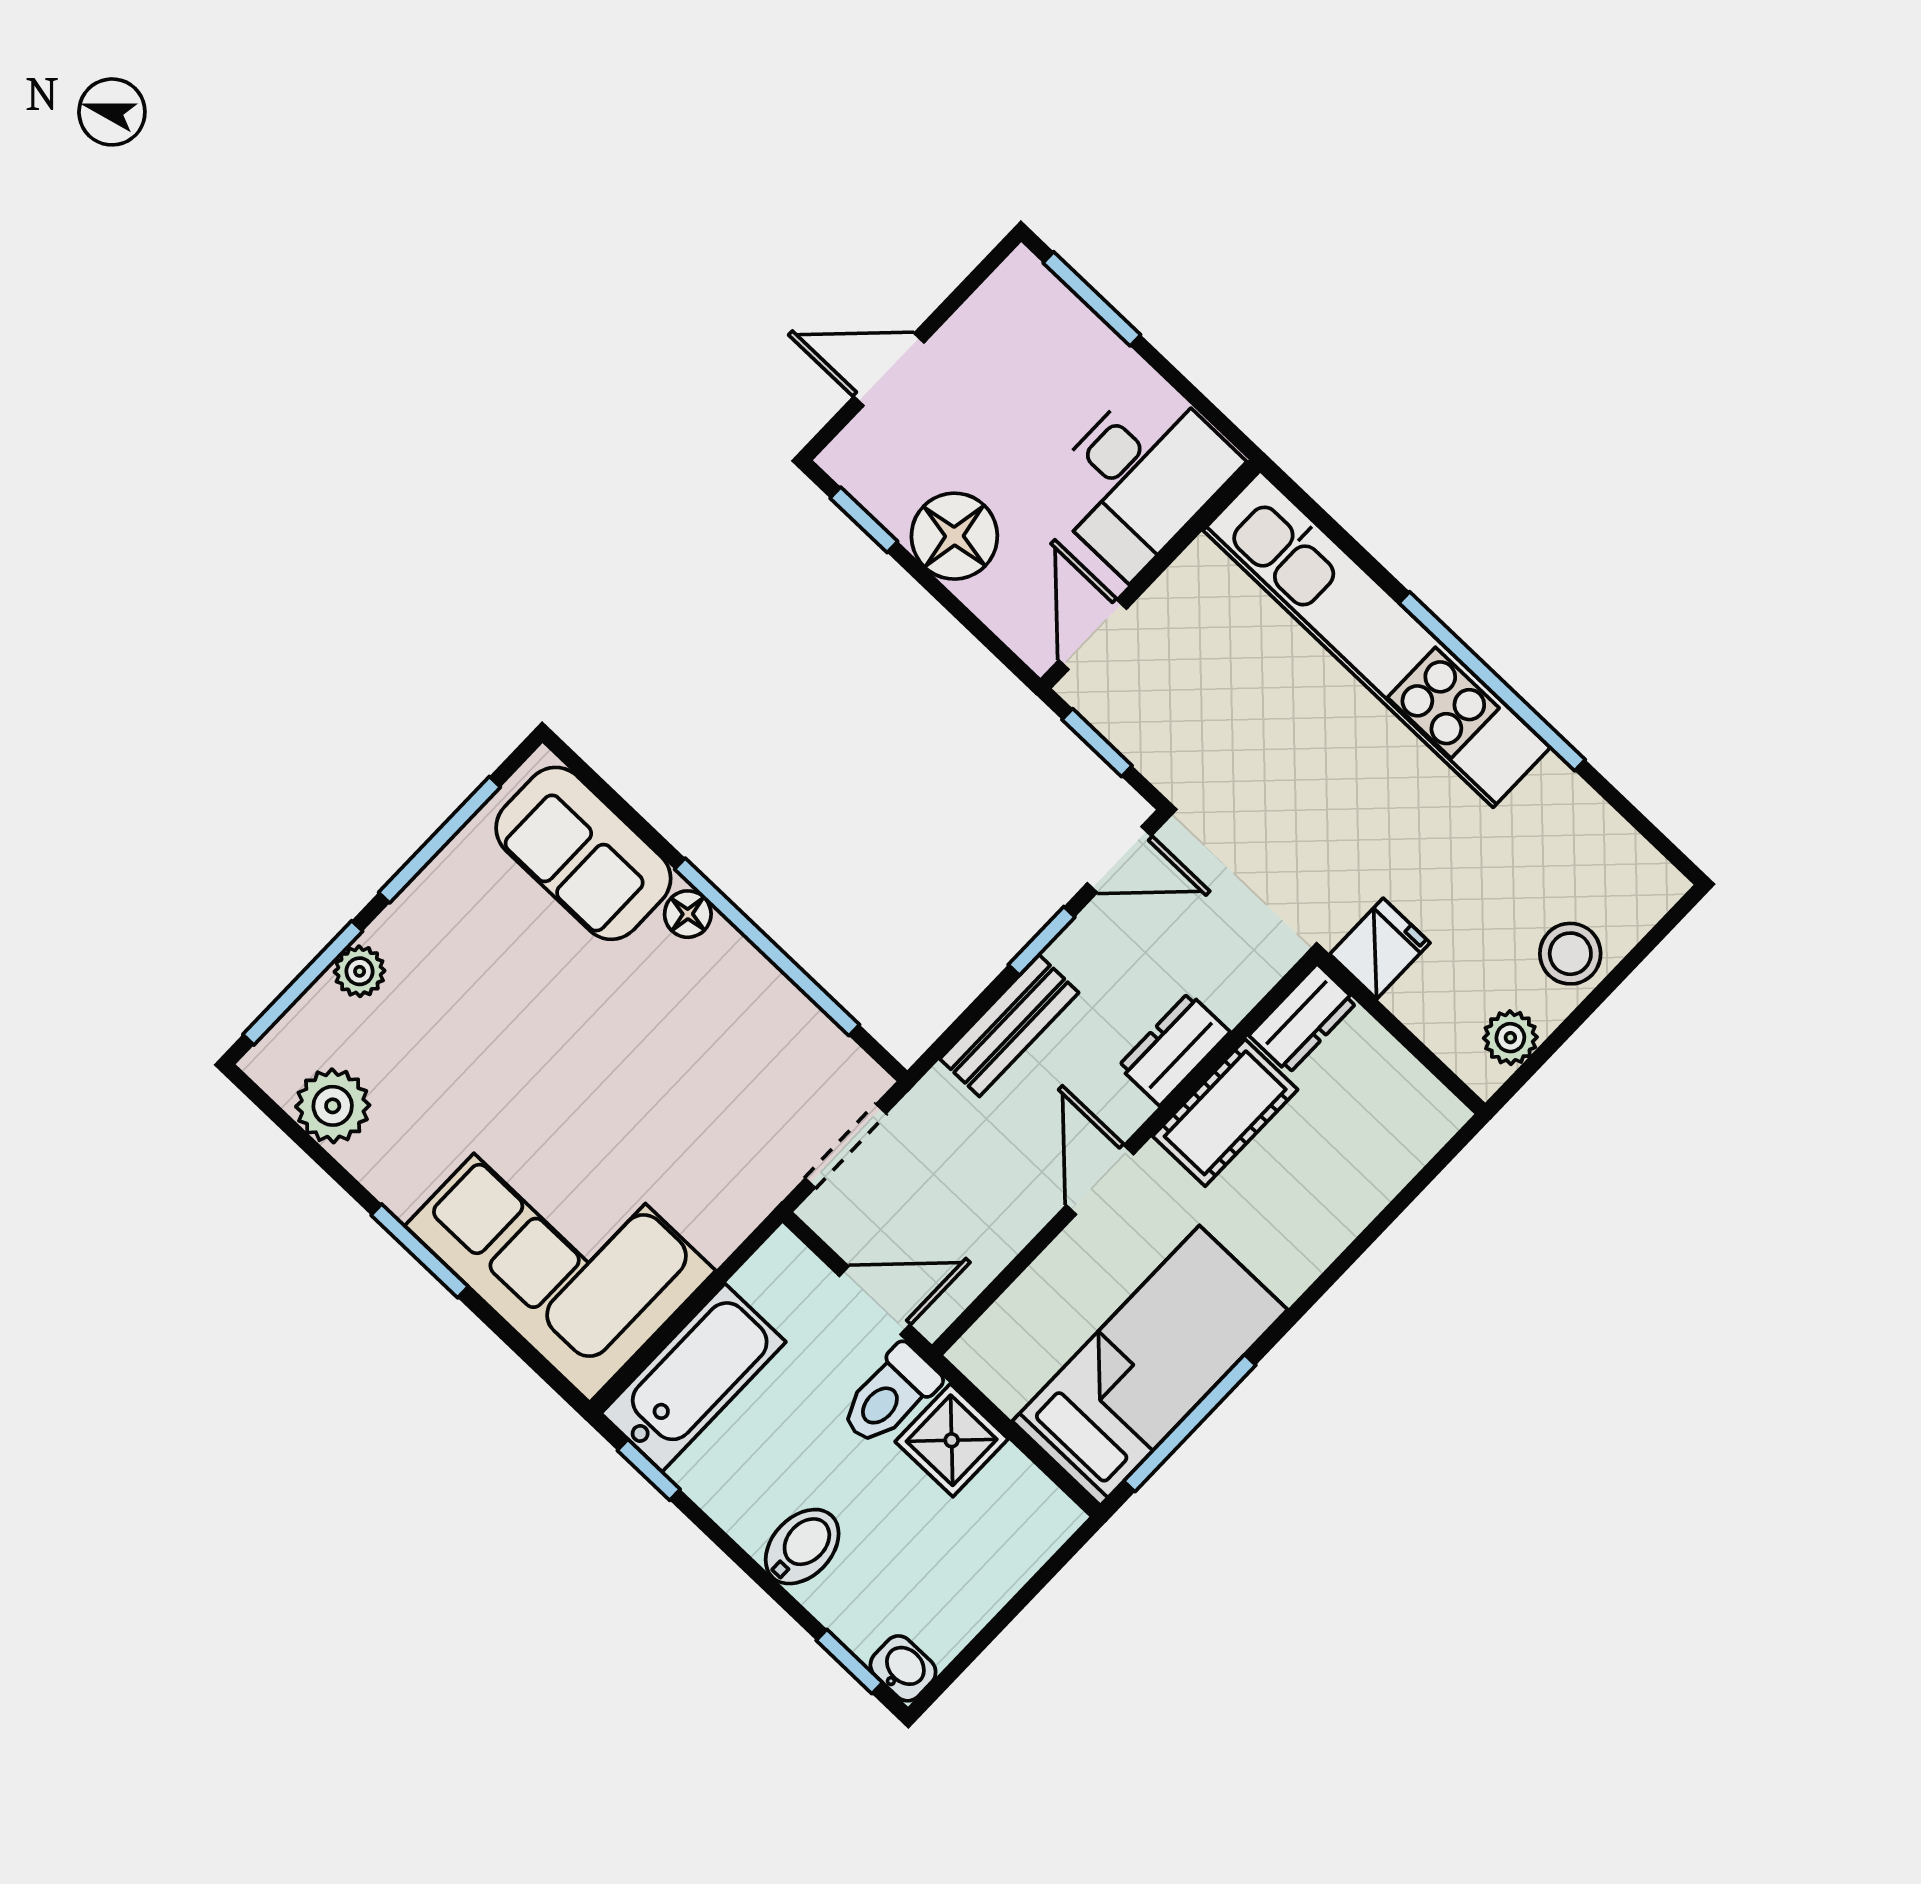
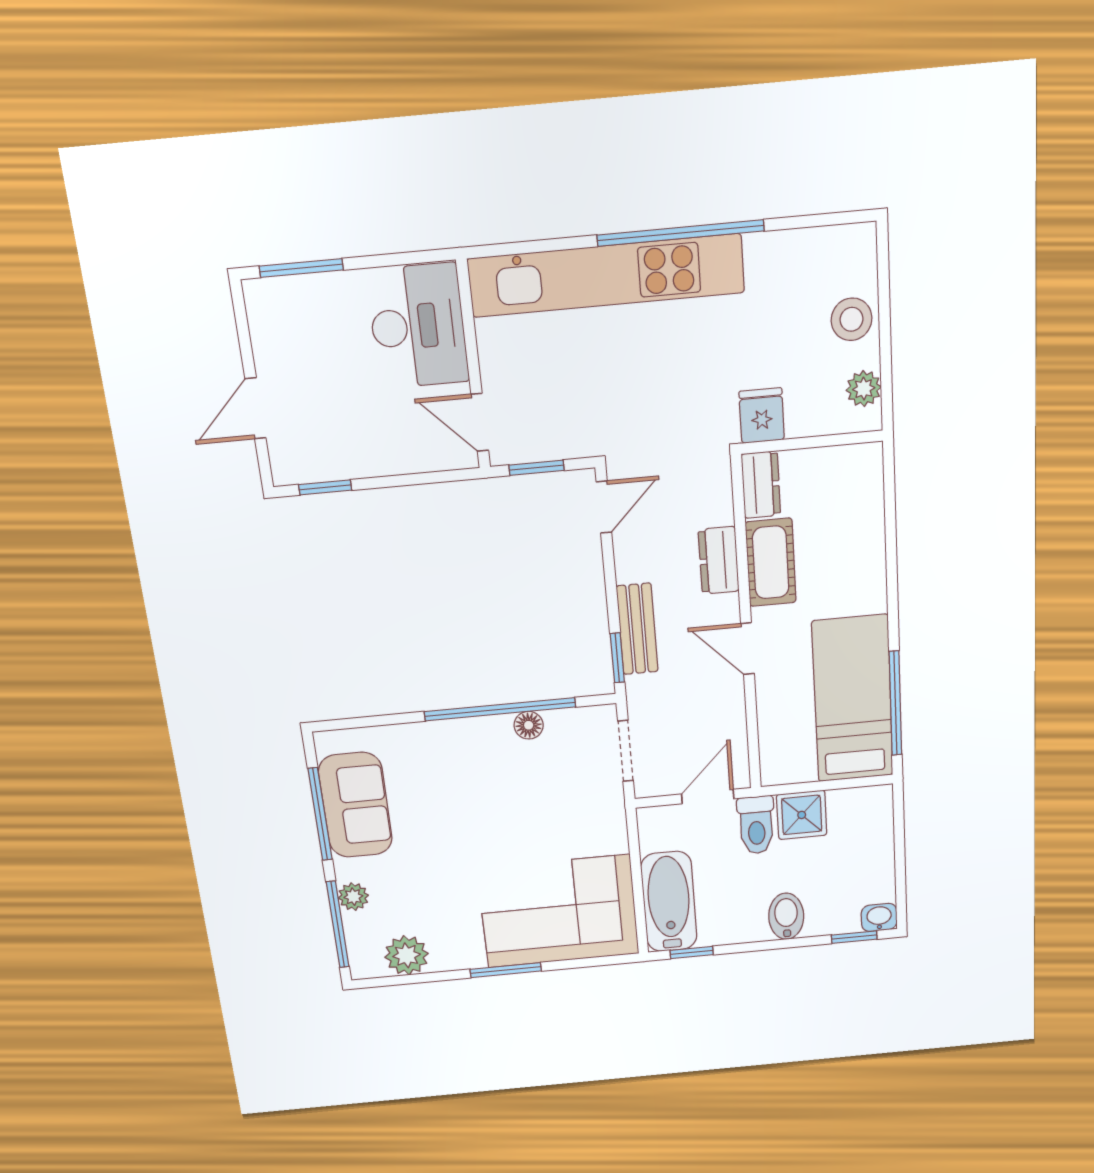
floor lamp: (954, 536) -> (371, 449), removed
sofa: (583, 853) -> (355, 805), moved, turned -90
floor lamp: (688, 914) -> (529, 725), moved
window: (1042, 941) -> (617, 658), moved

